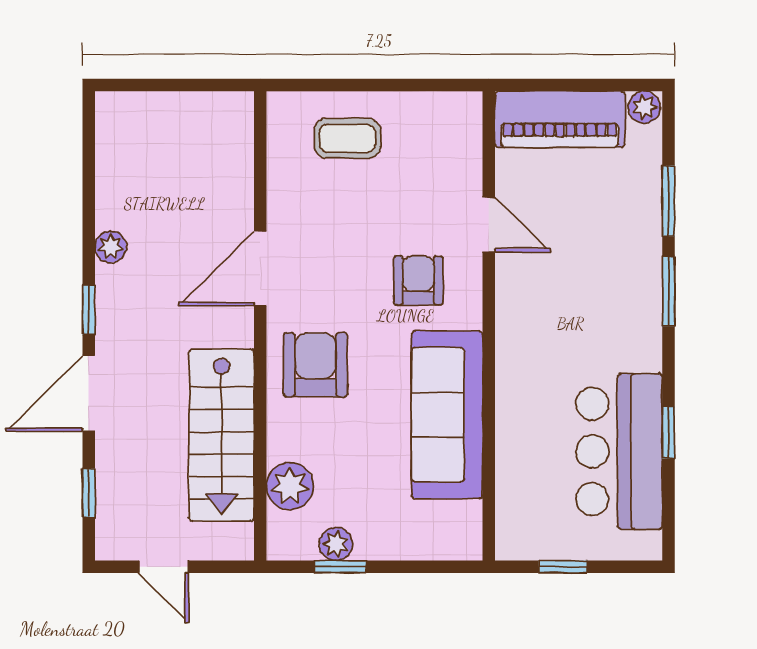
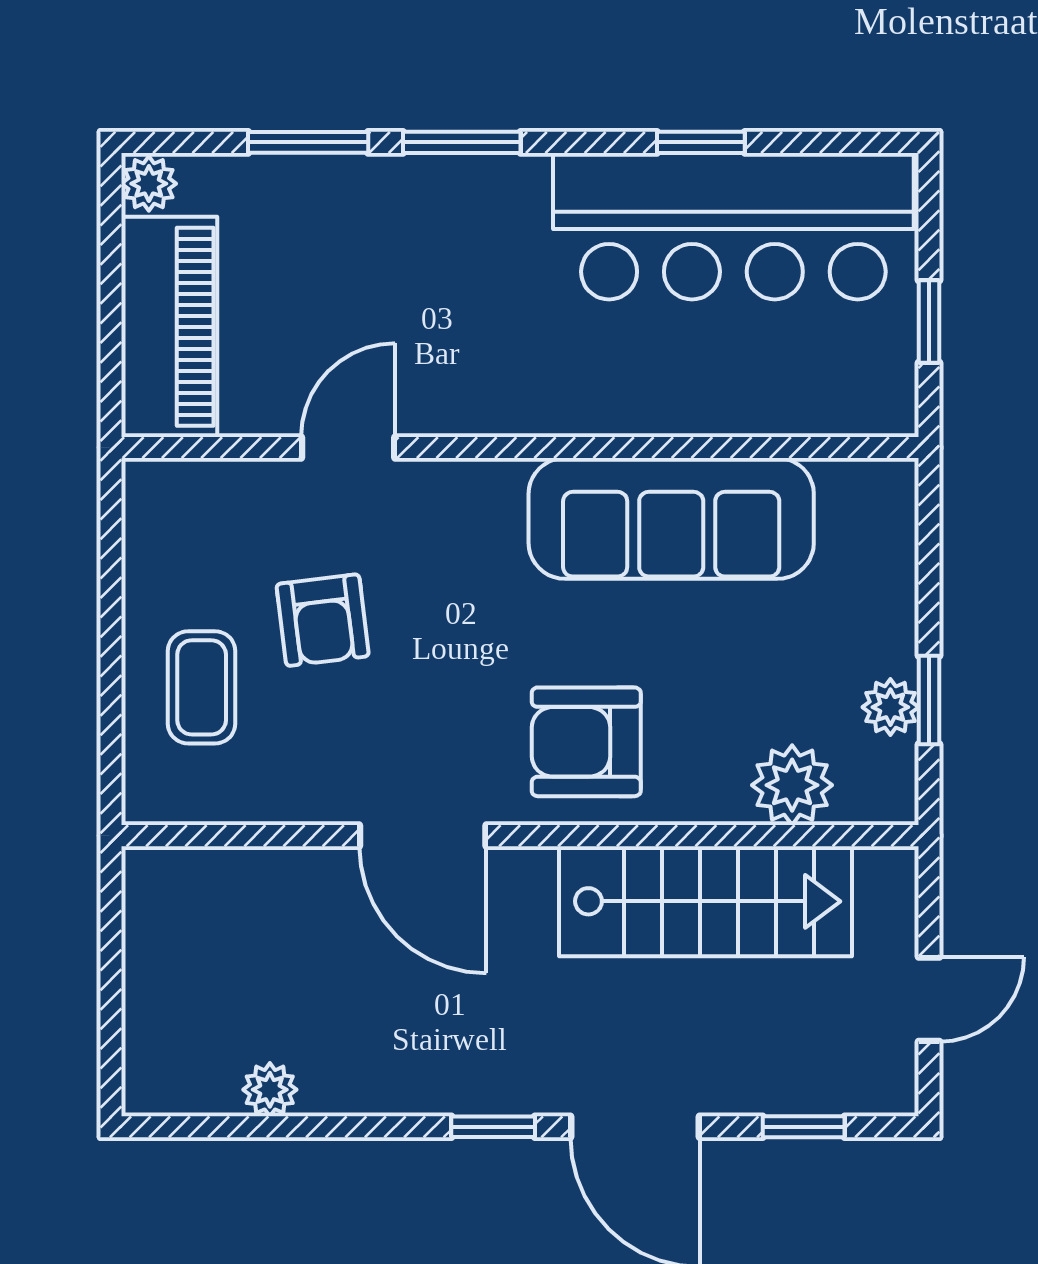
plant: (111, 247) -> (270, 1090), moved
armchair: (418, 280) -> (323, 620), moved, turned -97
bar counter: (619, 451) -> (733, 226), width x1.36

